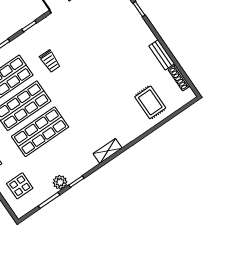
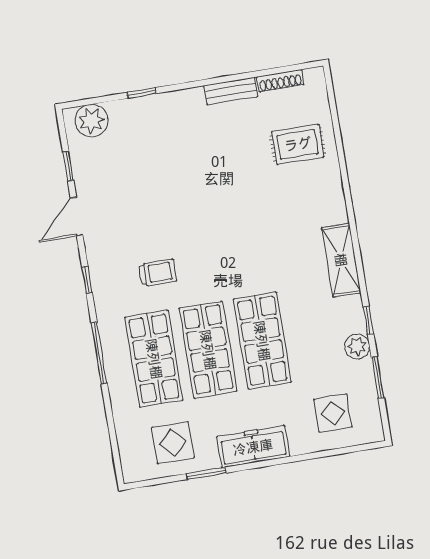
shelving: (108, 151) -> (341, 260), width x1.50, depth x1.33

